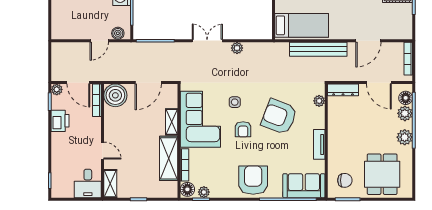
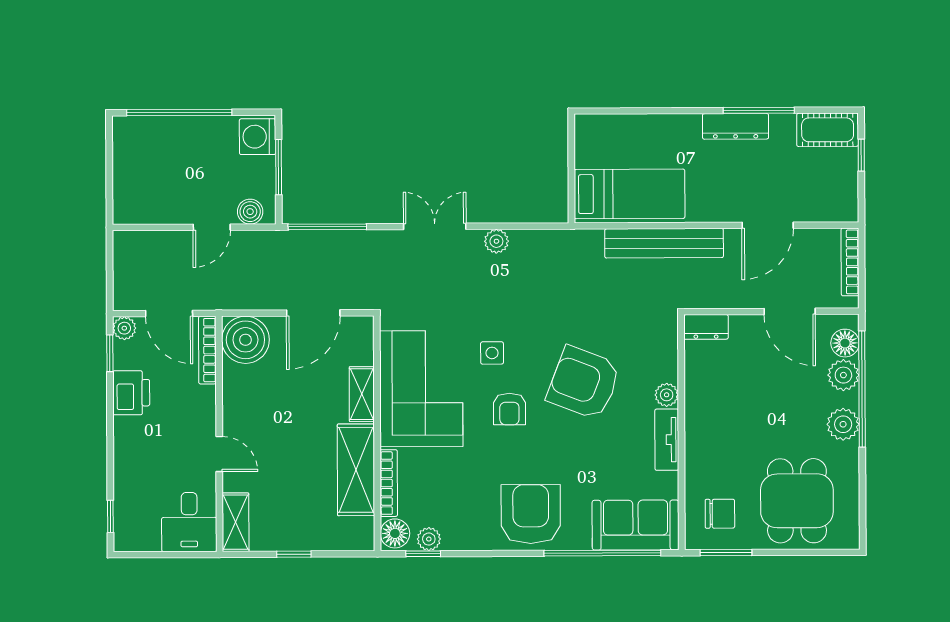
dresser: (343, 90) -> (706, 327), width x0.70
plant: (319, 101) -> (667, 395), moved

